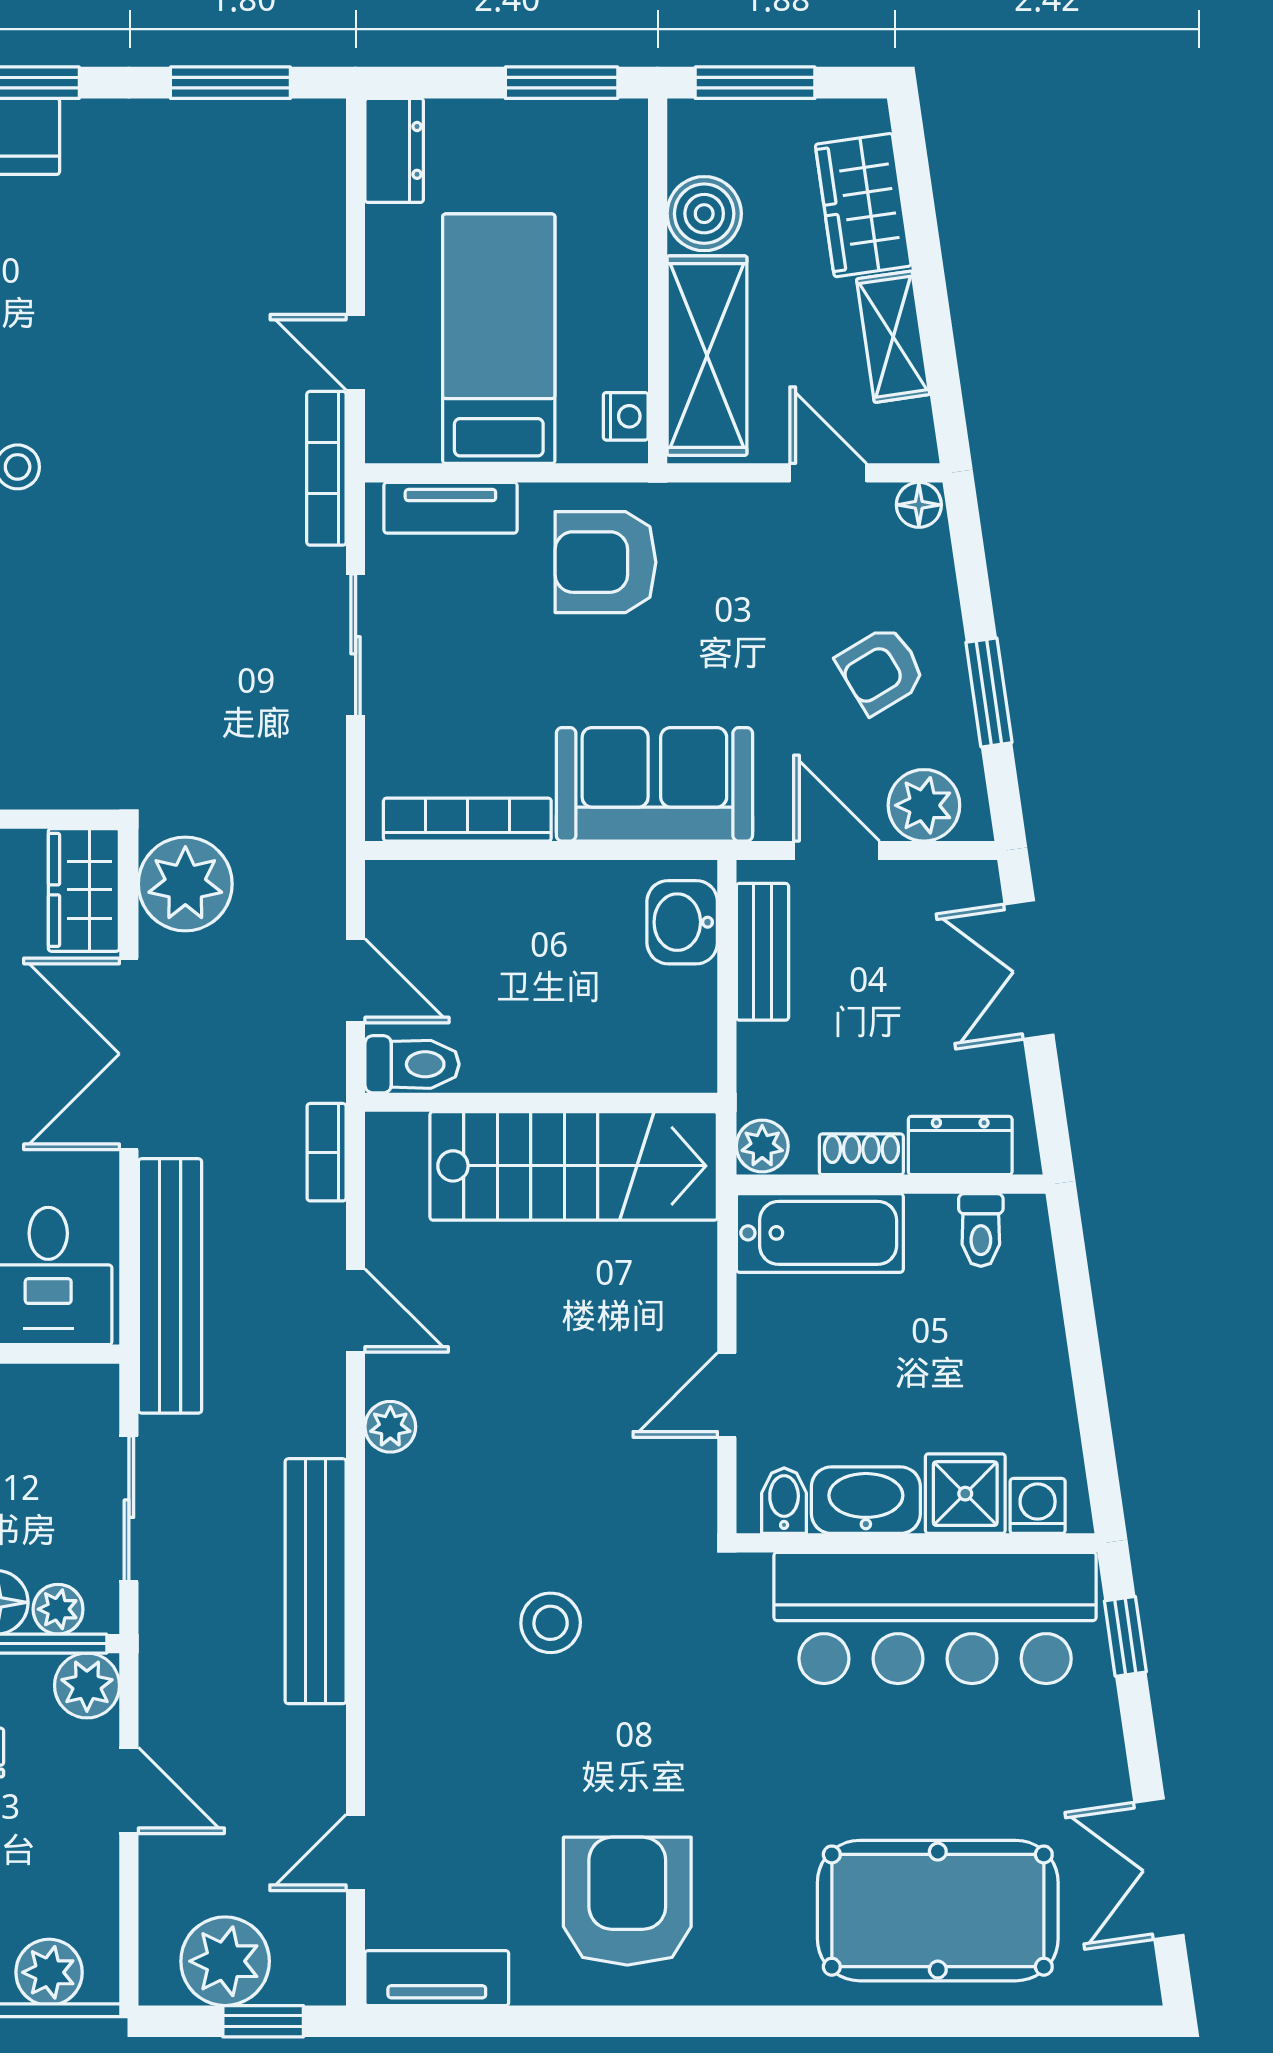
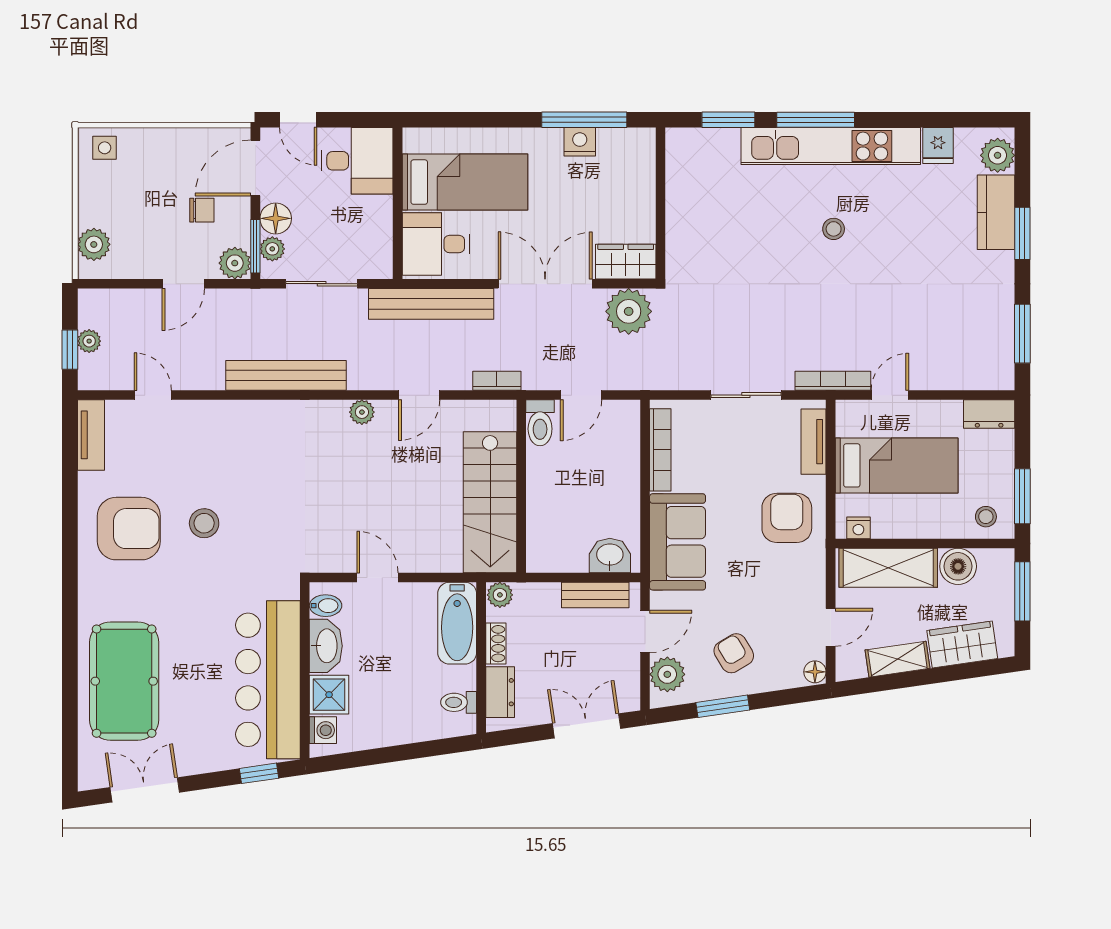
stool: (603, 157) -> (986, 517), added
stool: (551, 1623) -> (204, 523), moved
plant: (225, 1961) -> (89, 341), width x0.53, depth x0.53

